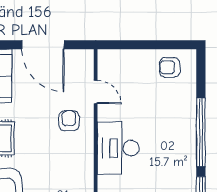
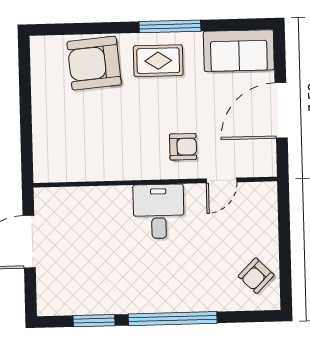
armchair: (170, 67) -> (256, 276), turned -135
desk: (118, 148) -> (159, 211), width x0.73

